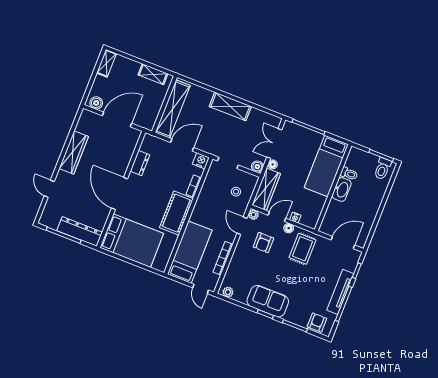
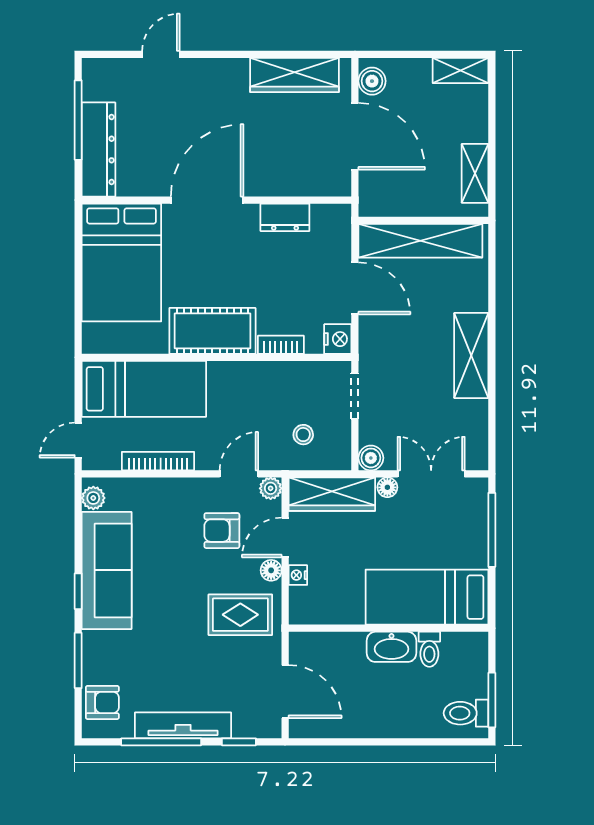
wardrobe: (74, 152) -> (295, 75), moved
door: (277, 217) -> (285, 537), swing flipped
sofa: (268, 301) -> (107, 570), width x1.36

